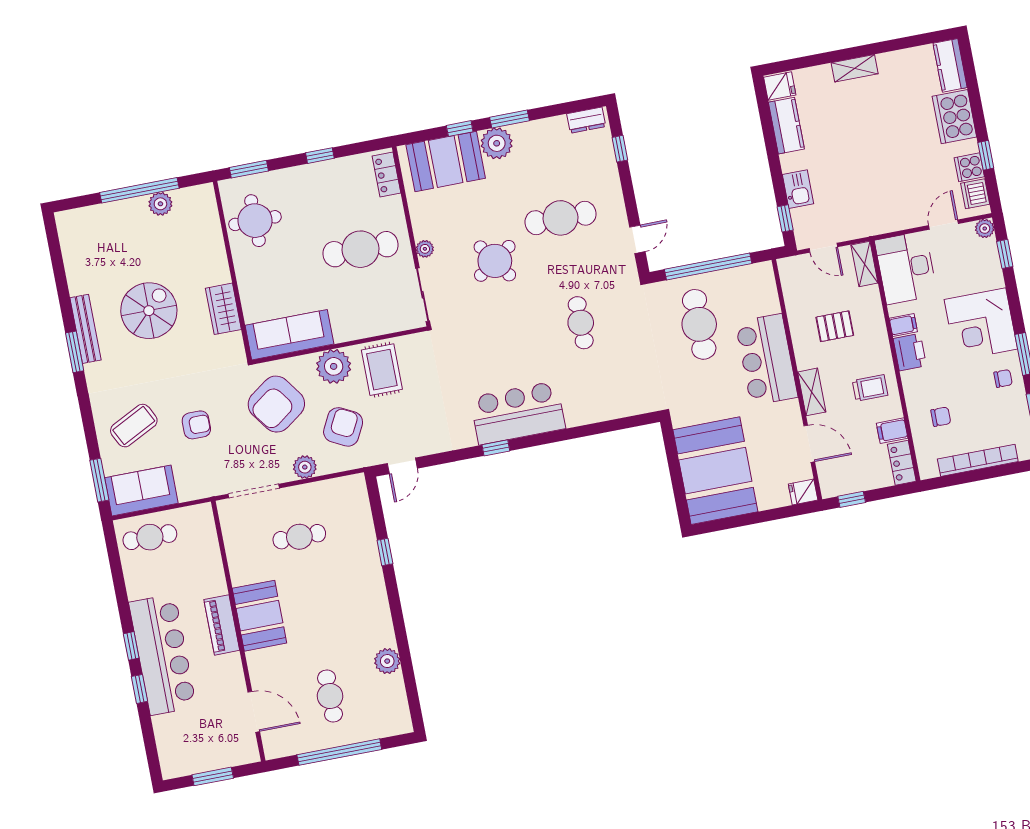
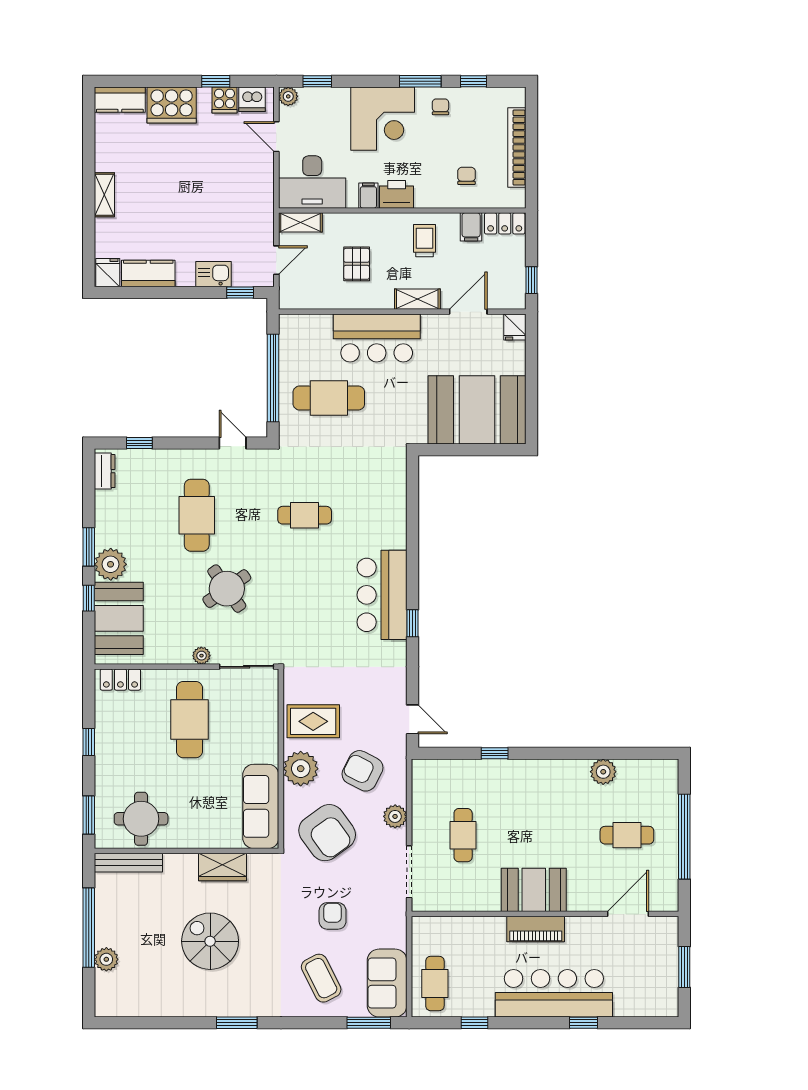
plant: (160, 204) -> (106, 959), moved
bench: (85, 329) -> (128, 863), moved
window: (131, 646) -> (475, 1023), moved

